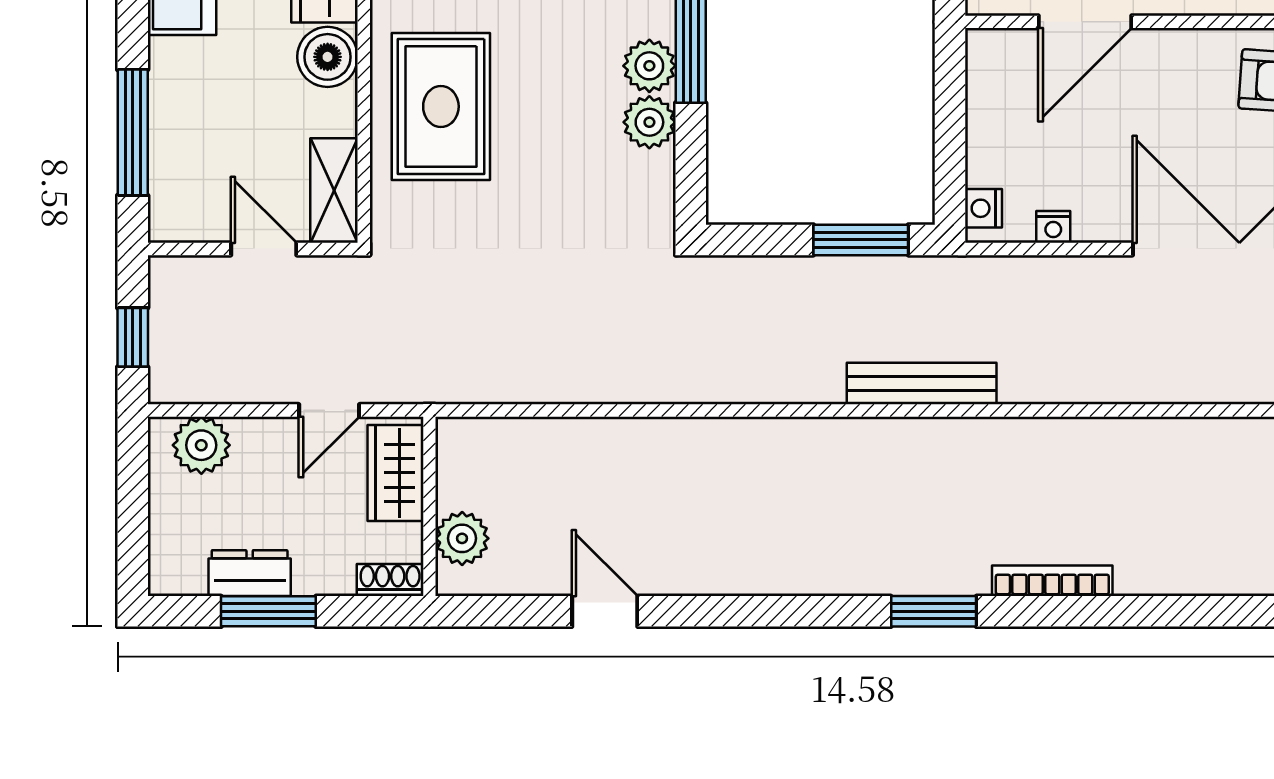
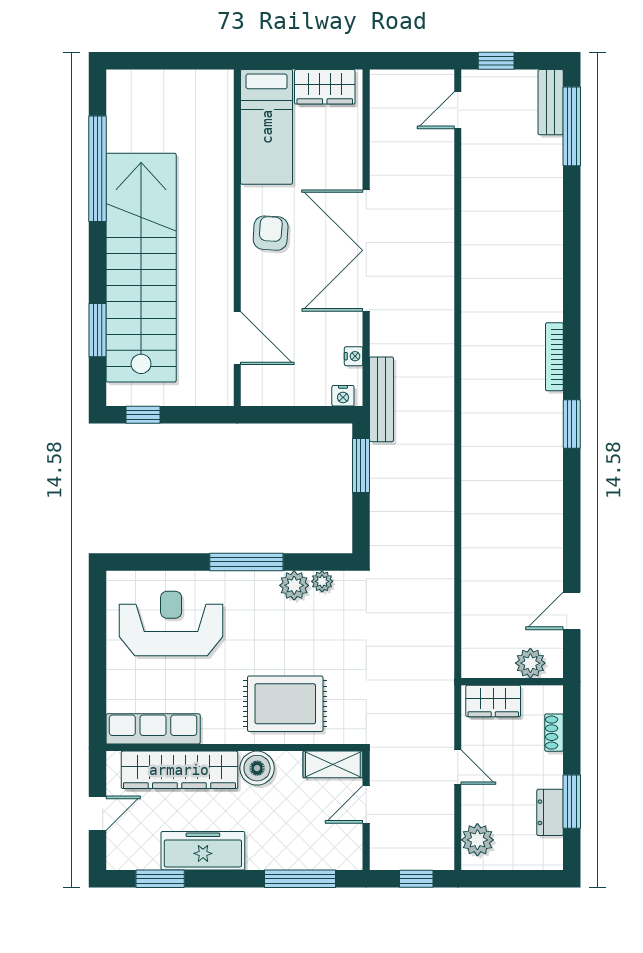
plant: (649, 66) -> (322, 581), moved, width x0.73, depth x0.73
bench: (922, 383) -> (381, 399), moved
wardrobe: (395, 473) -> (493, 701), moved
wall: (429, 506) -> (512, 682), moved
plant: (462, 538) -> (530, 663), moved

